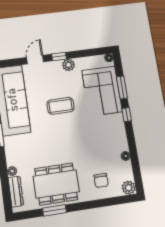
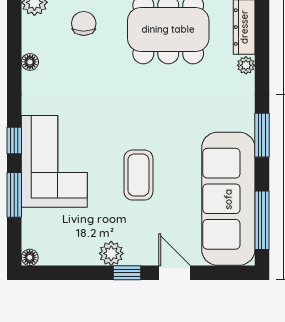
door: (35, 60) -> (174, 273), swing flipped
corner sofa: (102, 91) -> (54, 161), moved
coffee table: (61, 106) -> (138, 175), turned 90

